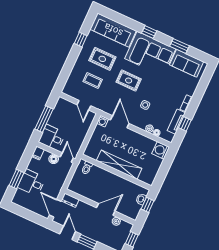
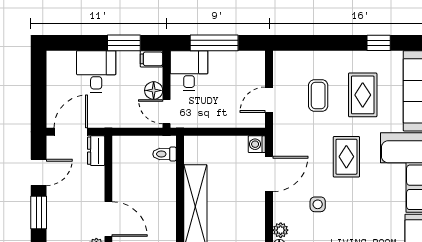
door: (67, 158) -> (166, 112), swing flipped
window: (16, 179) -> (124, 43), moved

